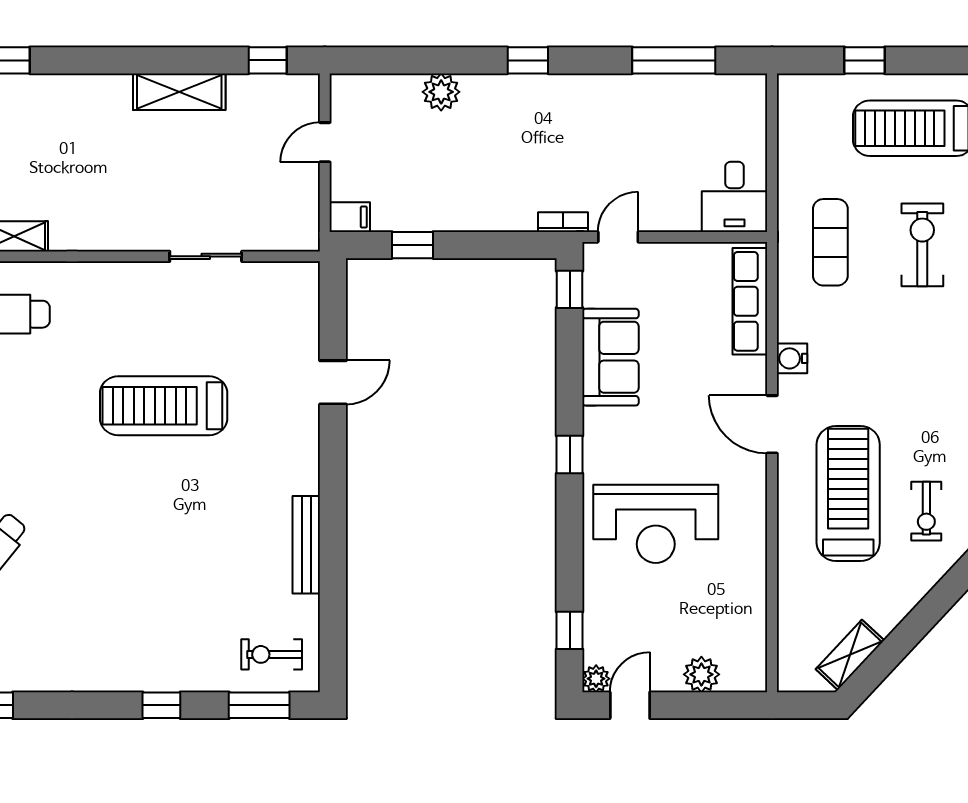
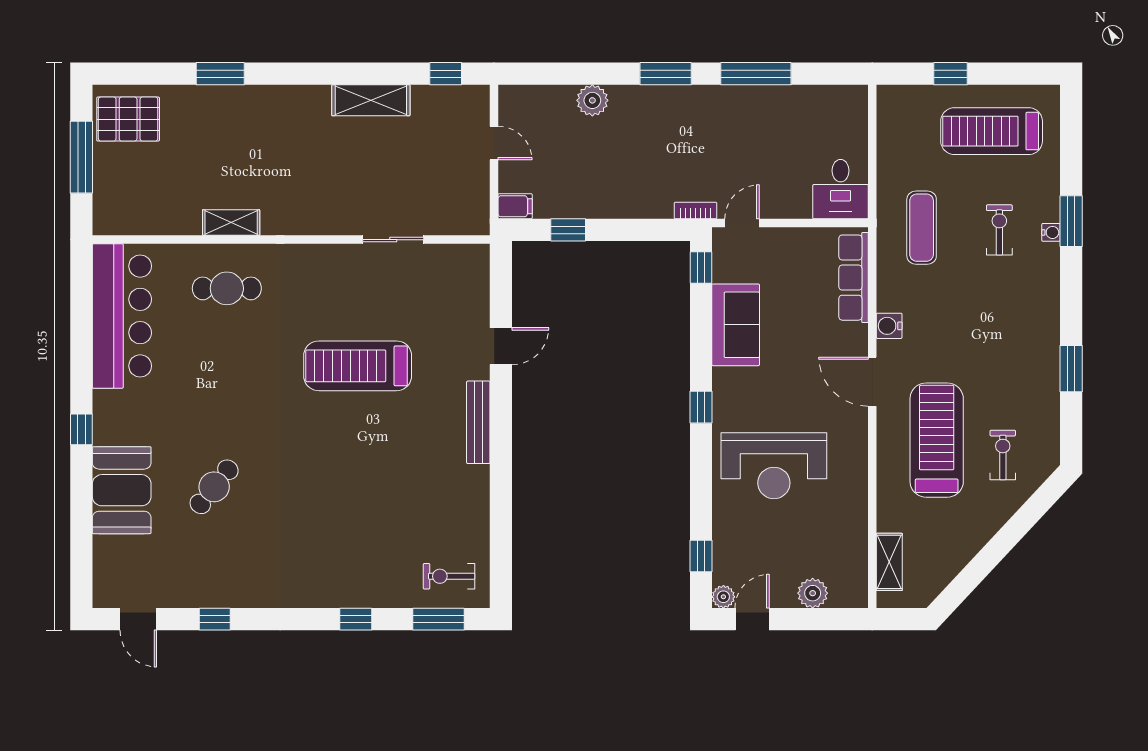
window: (528, 60) -> (666, 74), width x1.50
window: (674, 60) -> (756, 74), moved
door: (325, 142) -> (494, 143), swing flipped
exercise bike: (922, 245) -> (999, 230), width x0.73, depth x0.72
exercise bike: (926, 511) -> (1003, 455), turned 180
bench: (306, 545) -> (478, 422), moved
shelving: (850, 655) -> (889, 562), moved, turned -43

